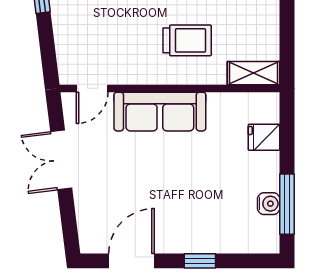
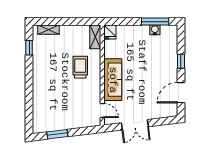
fridge: (264, 137) -> (110, 32), moved
door: (131, 261) -> (181, 93), hinge flipped

